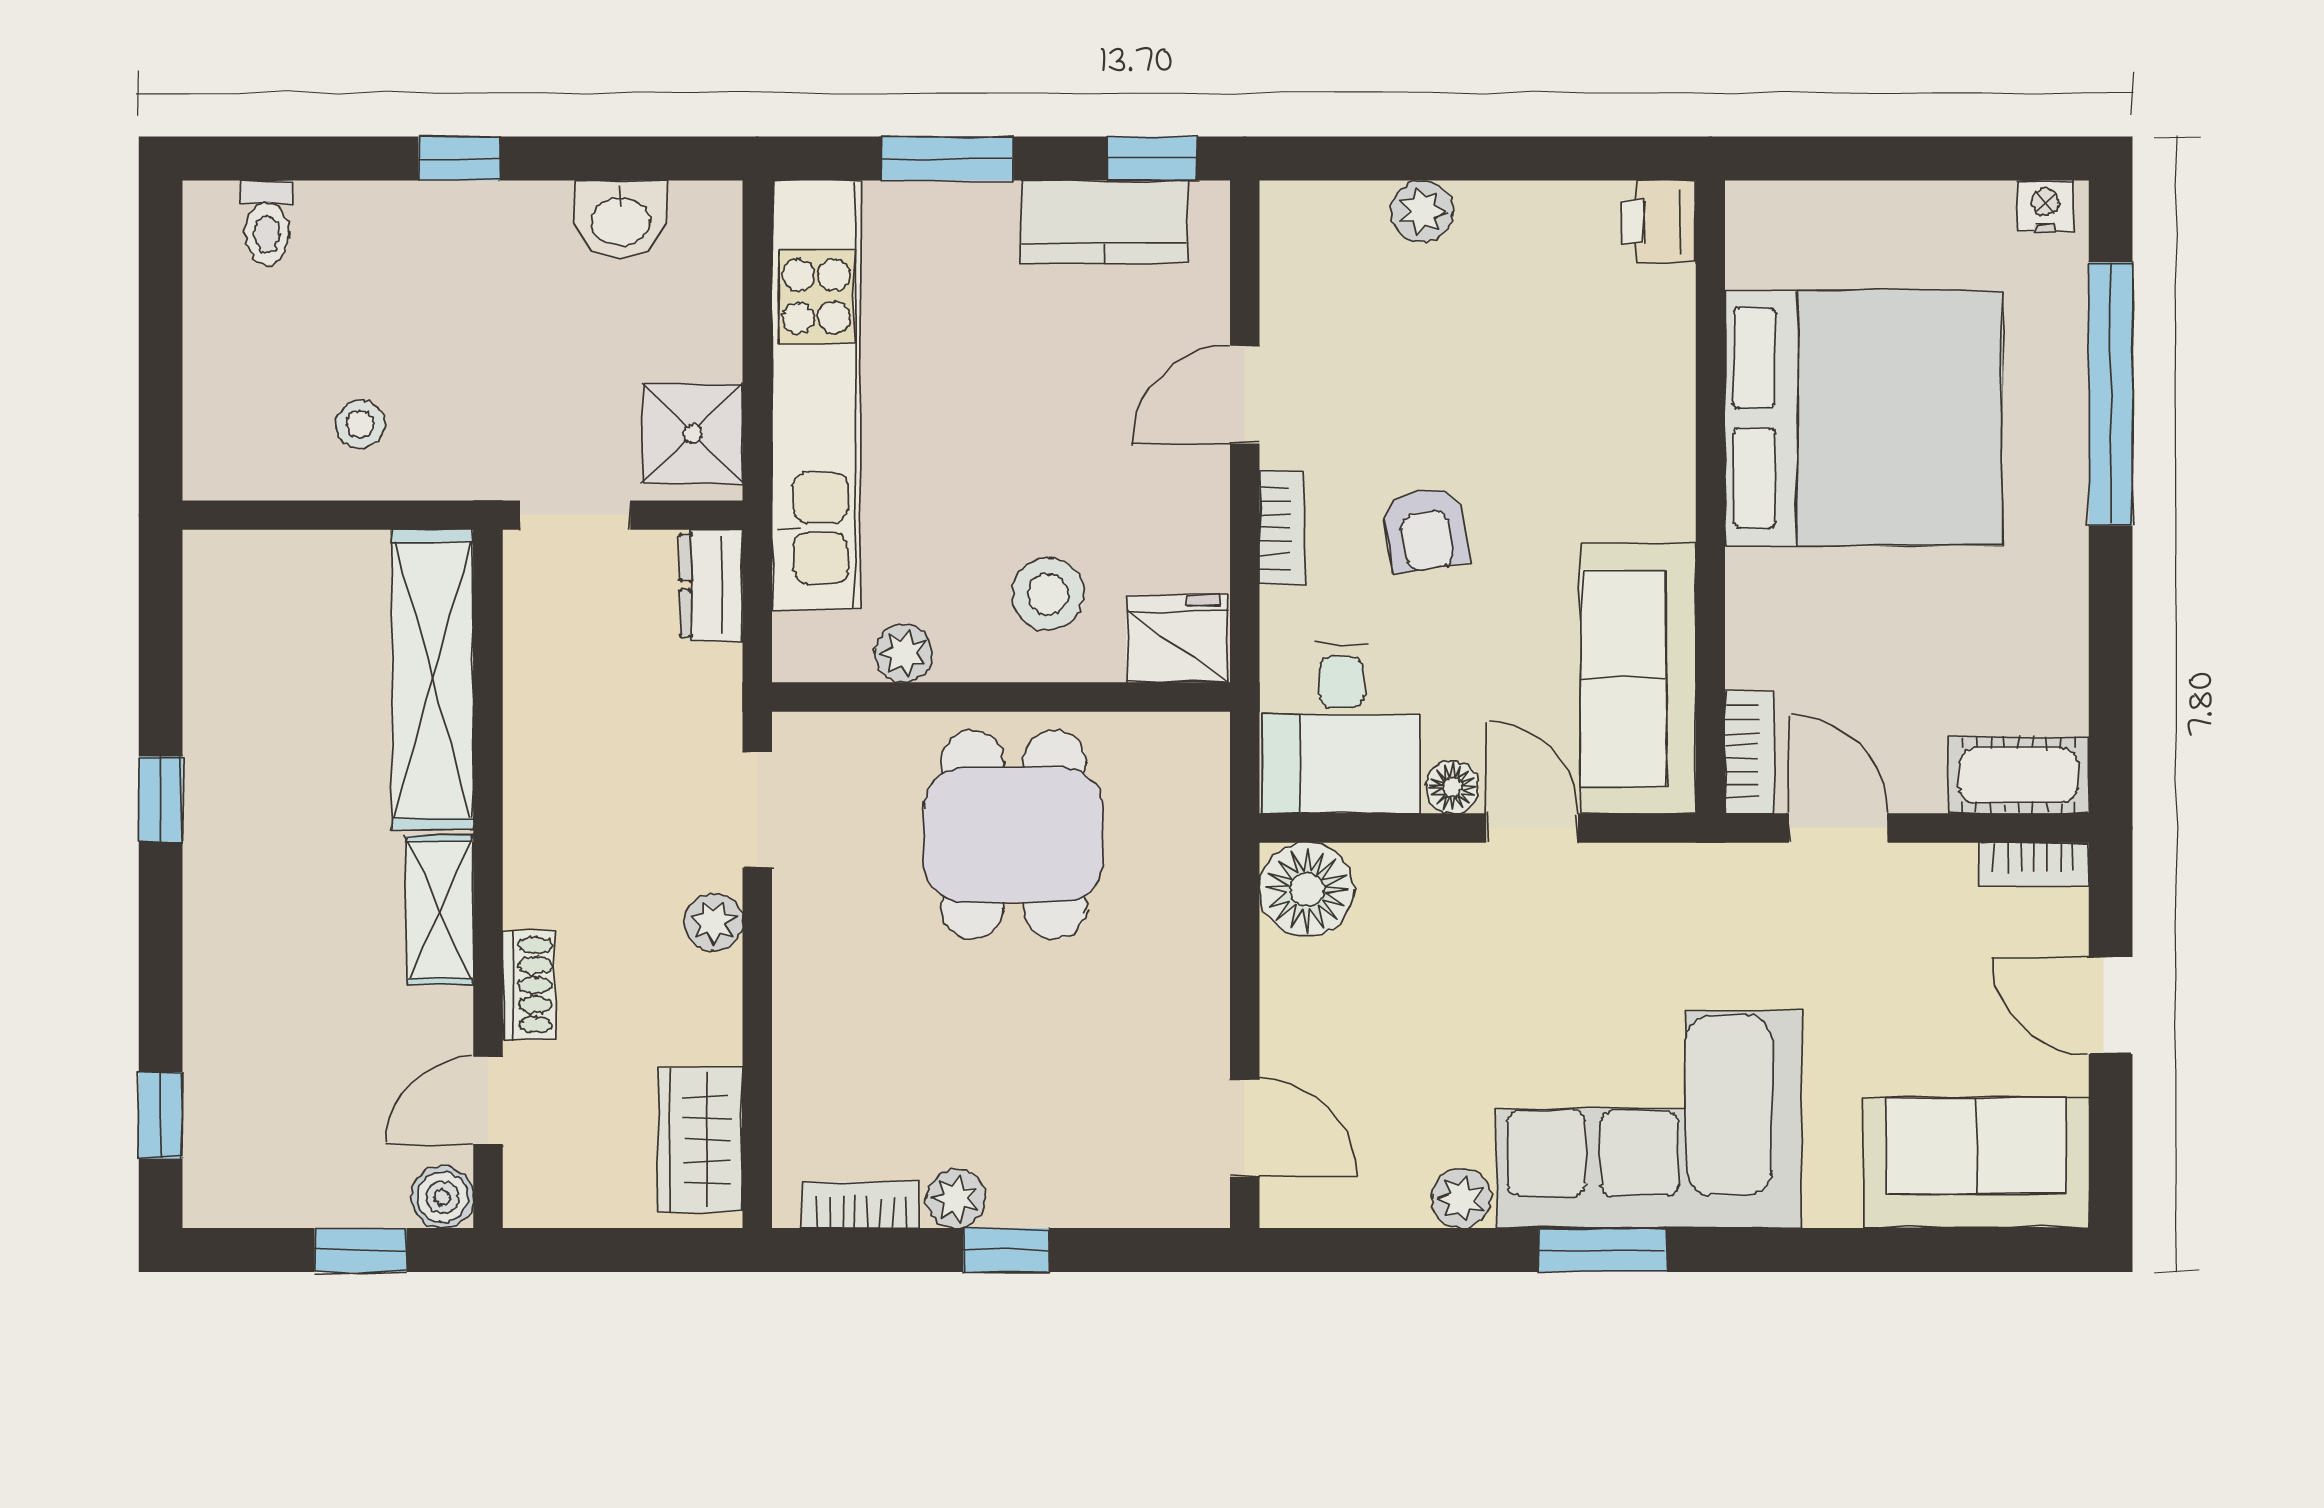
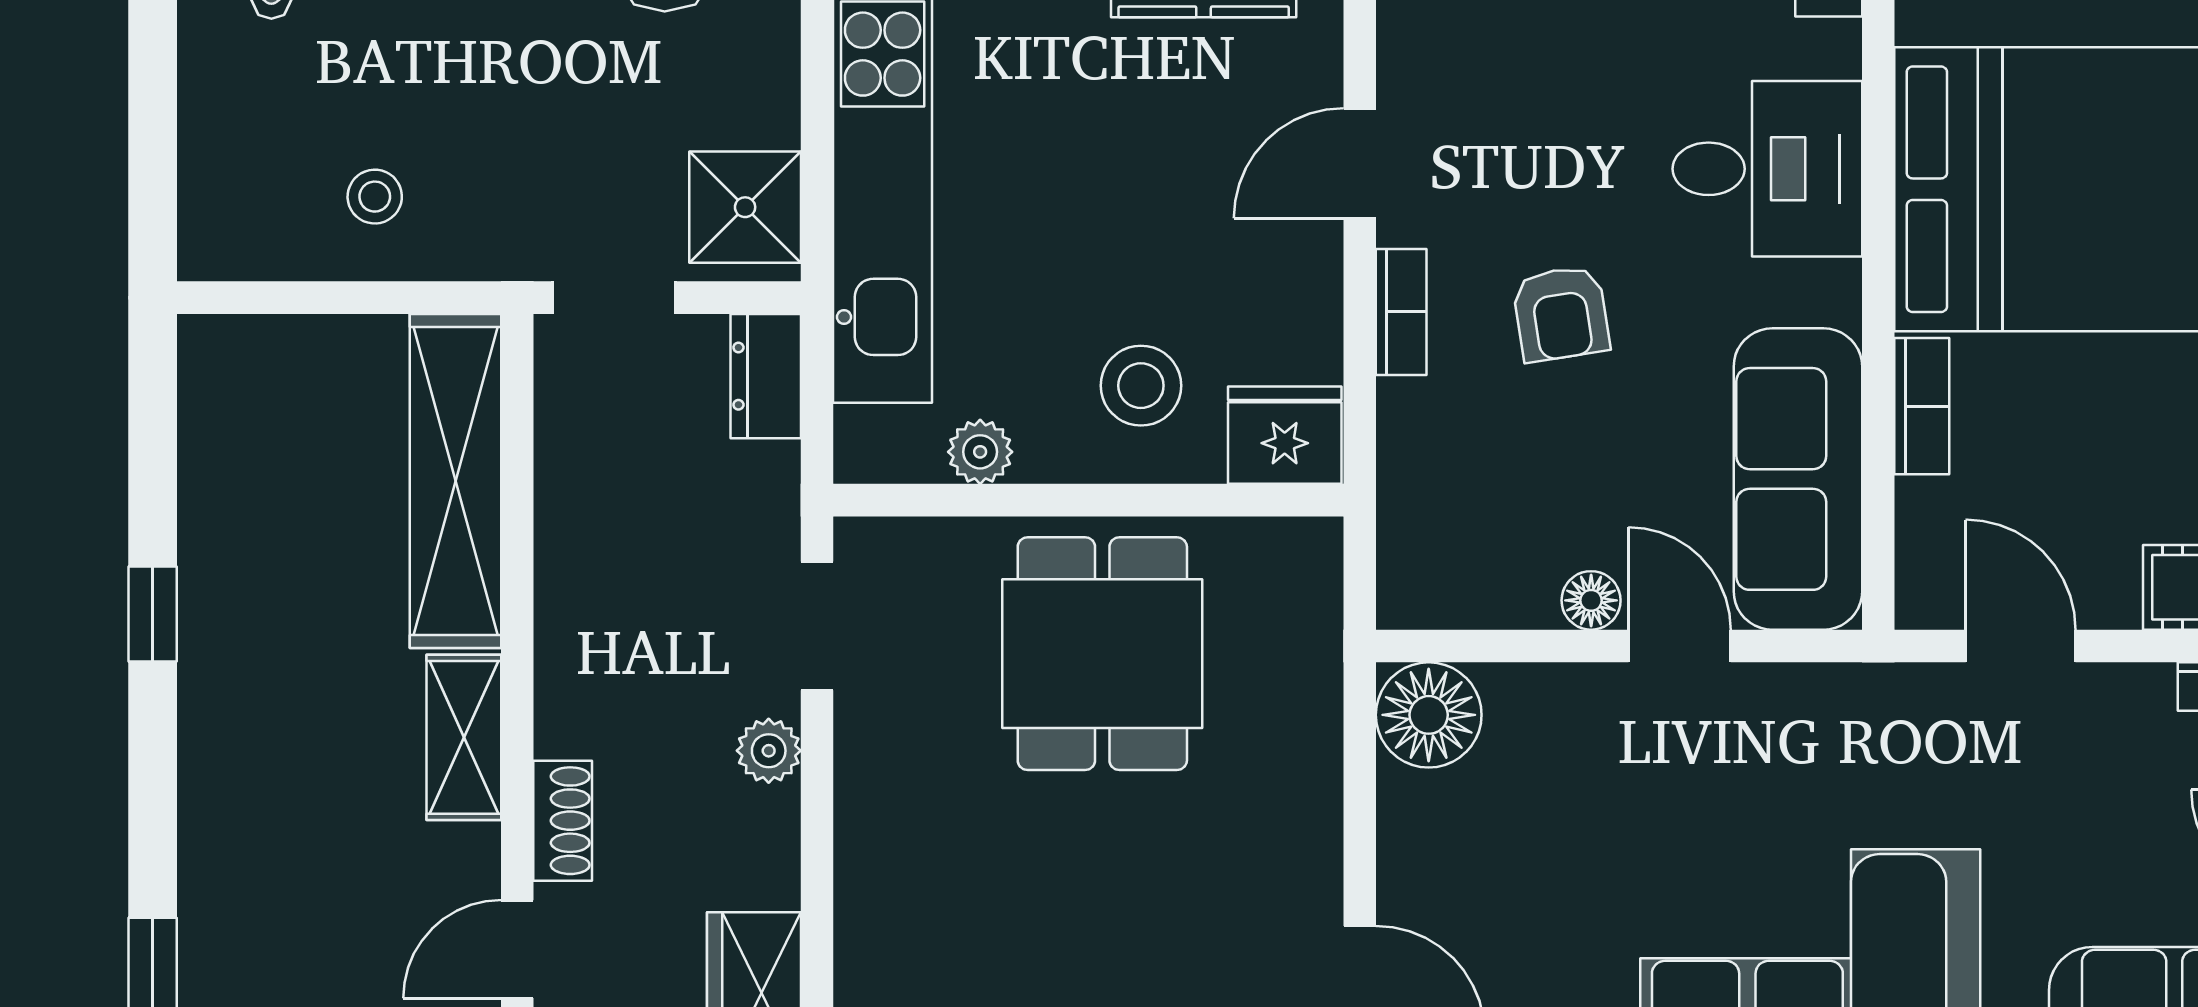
desk: (1341, 728) -> (1767, 169), moved, turned -90
bookcase: (1750, 752) -> (1922, 406), moved

